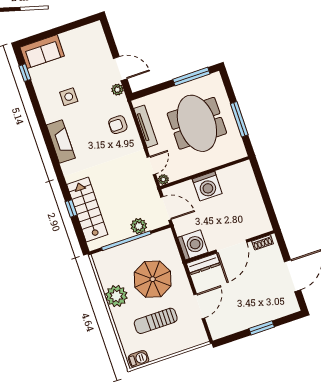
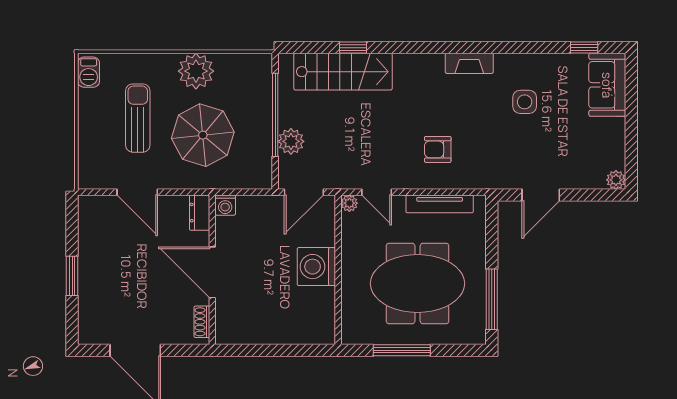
plant: (117, 90) -> (616, 180), moved
armchair: (118, 125) -> (438, 149), moved, turned -90
fireplace: (61, 141) -> (469, 63), width x0.73, depth x0.76
washing machine: (193, 245) -> (225, 205), width x0.53, depth x0.53
dresser: (203, 264) -> (200, 213), width x0.70

